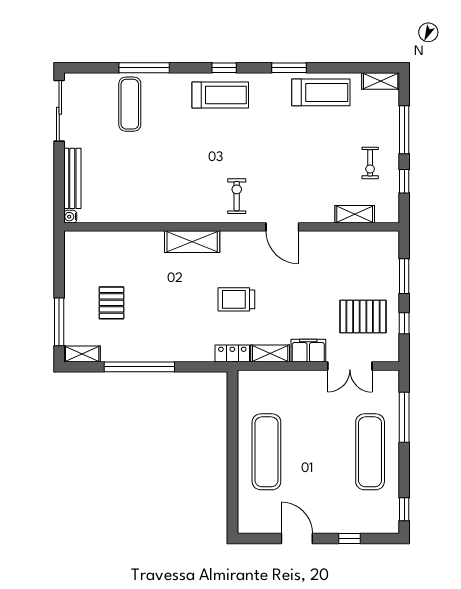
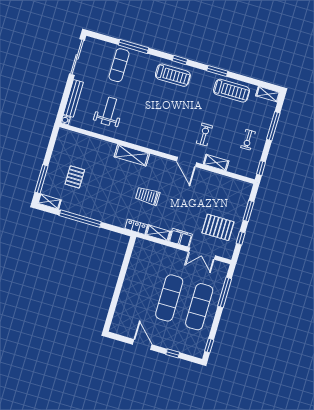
window: (404, 181) -> (261, 168), moved
weight bench: (135, 182) -> (109, 111), added
exercise bike: (237, 196) -> (204, 135), moved
shelving: (355, 214) -> (216, 163), moved
exercise mat: (266, 452) -> (169, 298), moved

